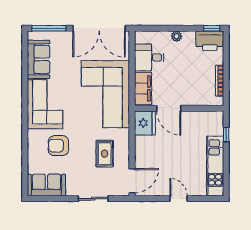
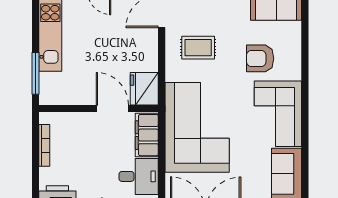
window: (226, 135) -> (36, 73), width x2.17
armchair: (58, 146) -> (260, 58), turned 180
rug: (105, 154) -> (198, 48), turned 90

